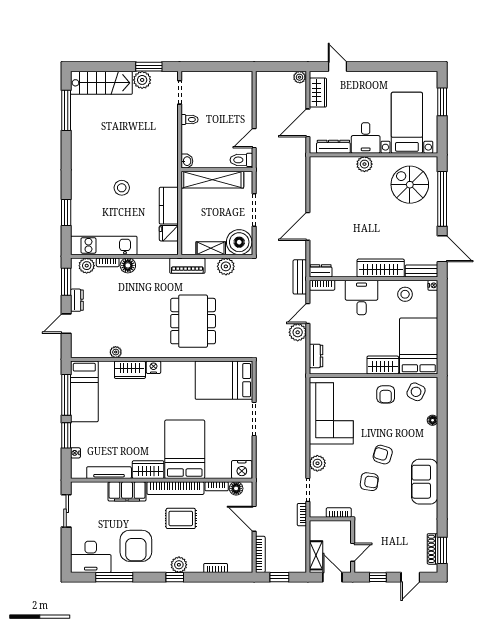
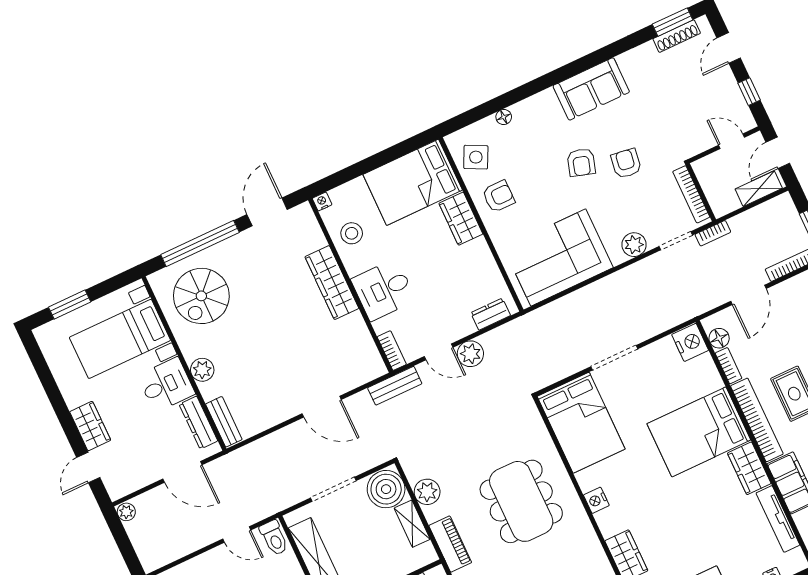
wardrobe: (318, 93) -> (90, 426), moved, turned 90
dresser: (321, 271) -> (373, 362), removed
bench: (422, 271) -> (224, 422), moved
dining table: (193, 321) -> (521, 501), turned 90
nightstand: (153, 367) -> (596, 500), moved
bookcase: (339, 513) -> (691, 194), width x1.56
door: (410, 577) -> (729, 48), swing flipped

